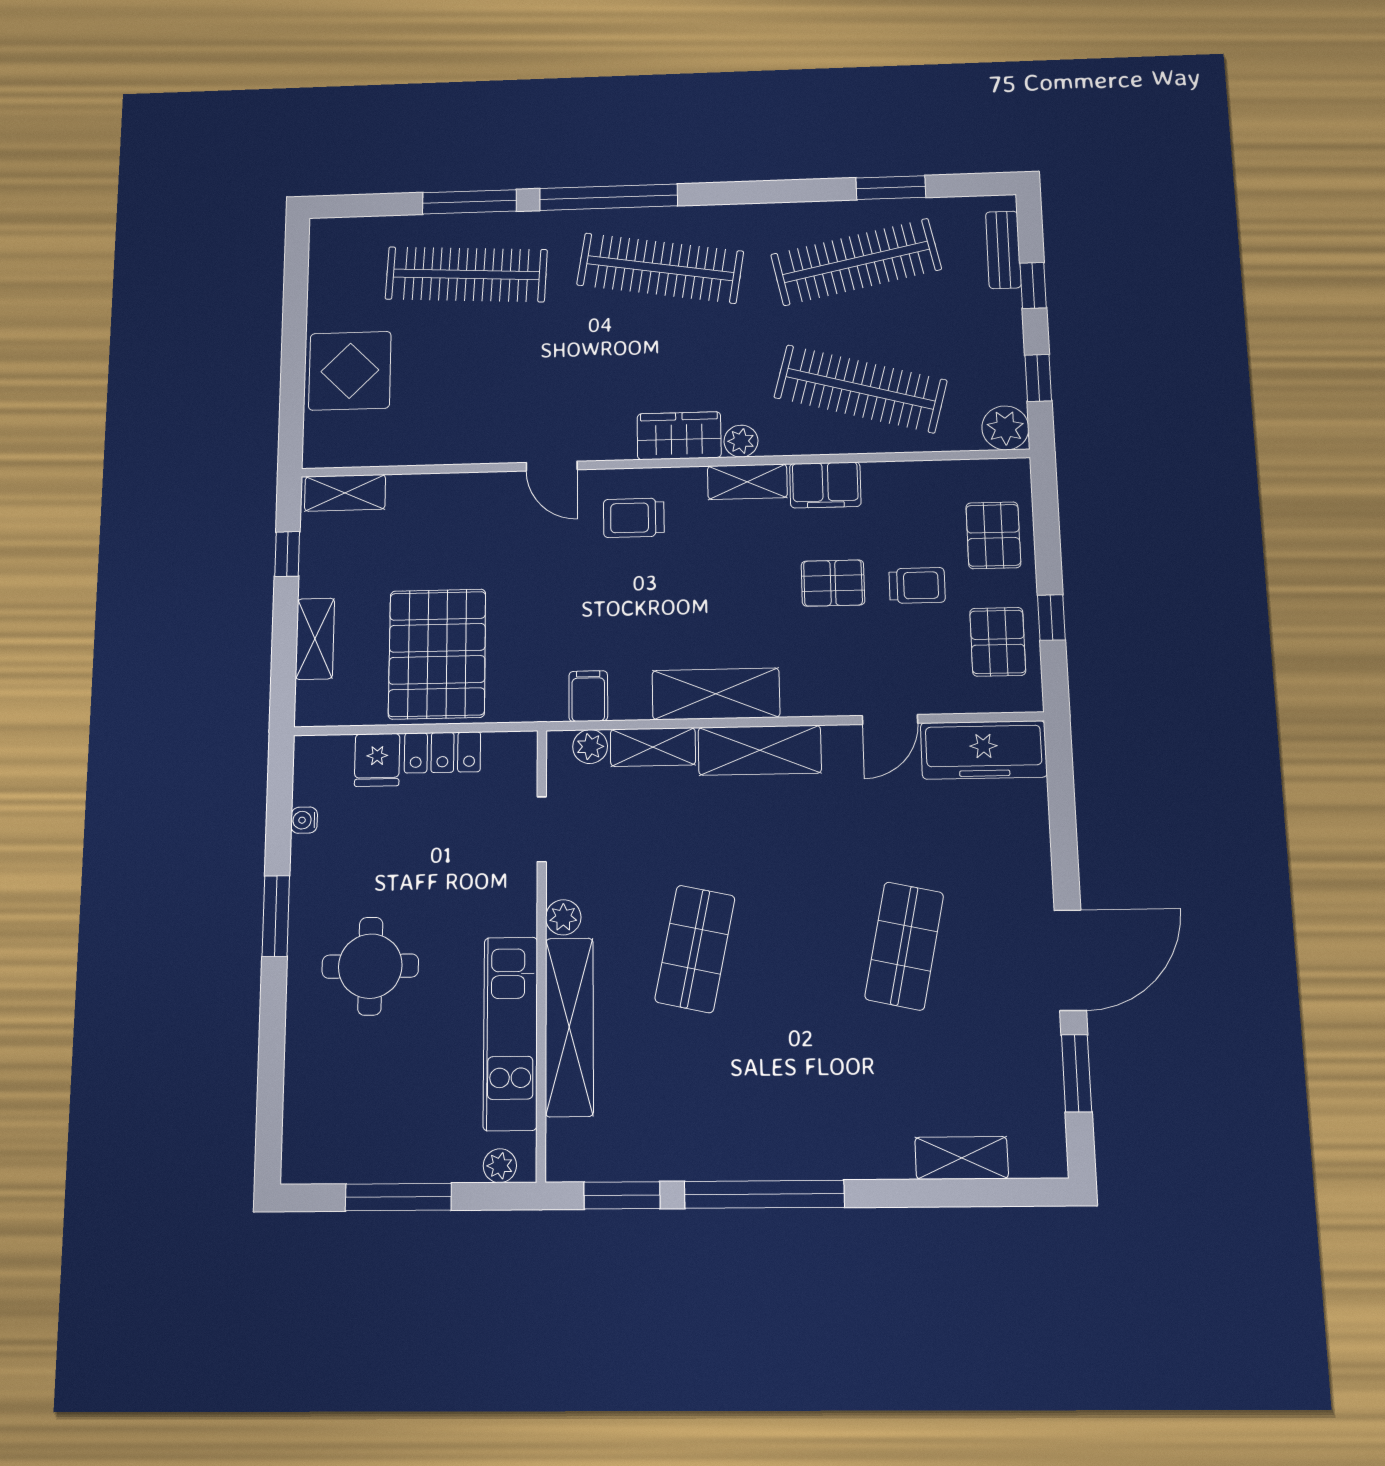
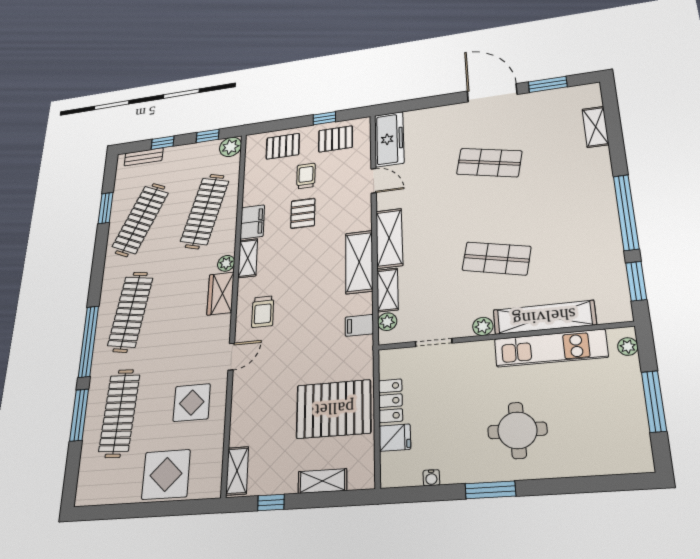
clothes rail: (856, 262) -> (140, 220), turned 36
display table: (473, 402) -> (192, 403), added

